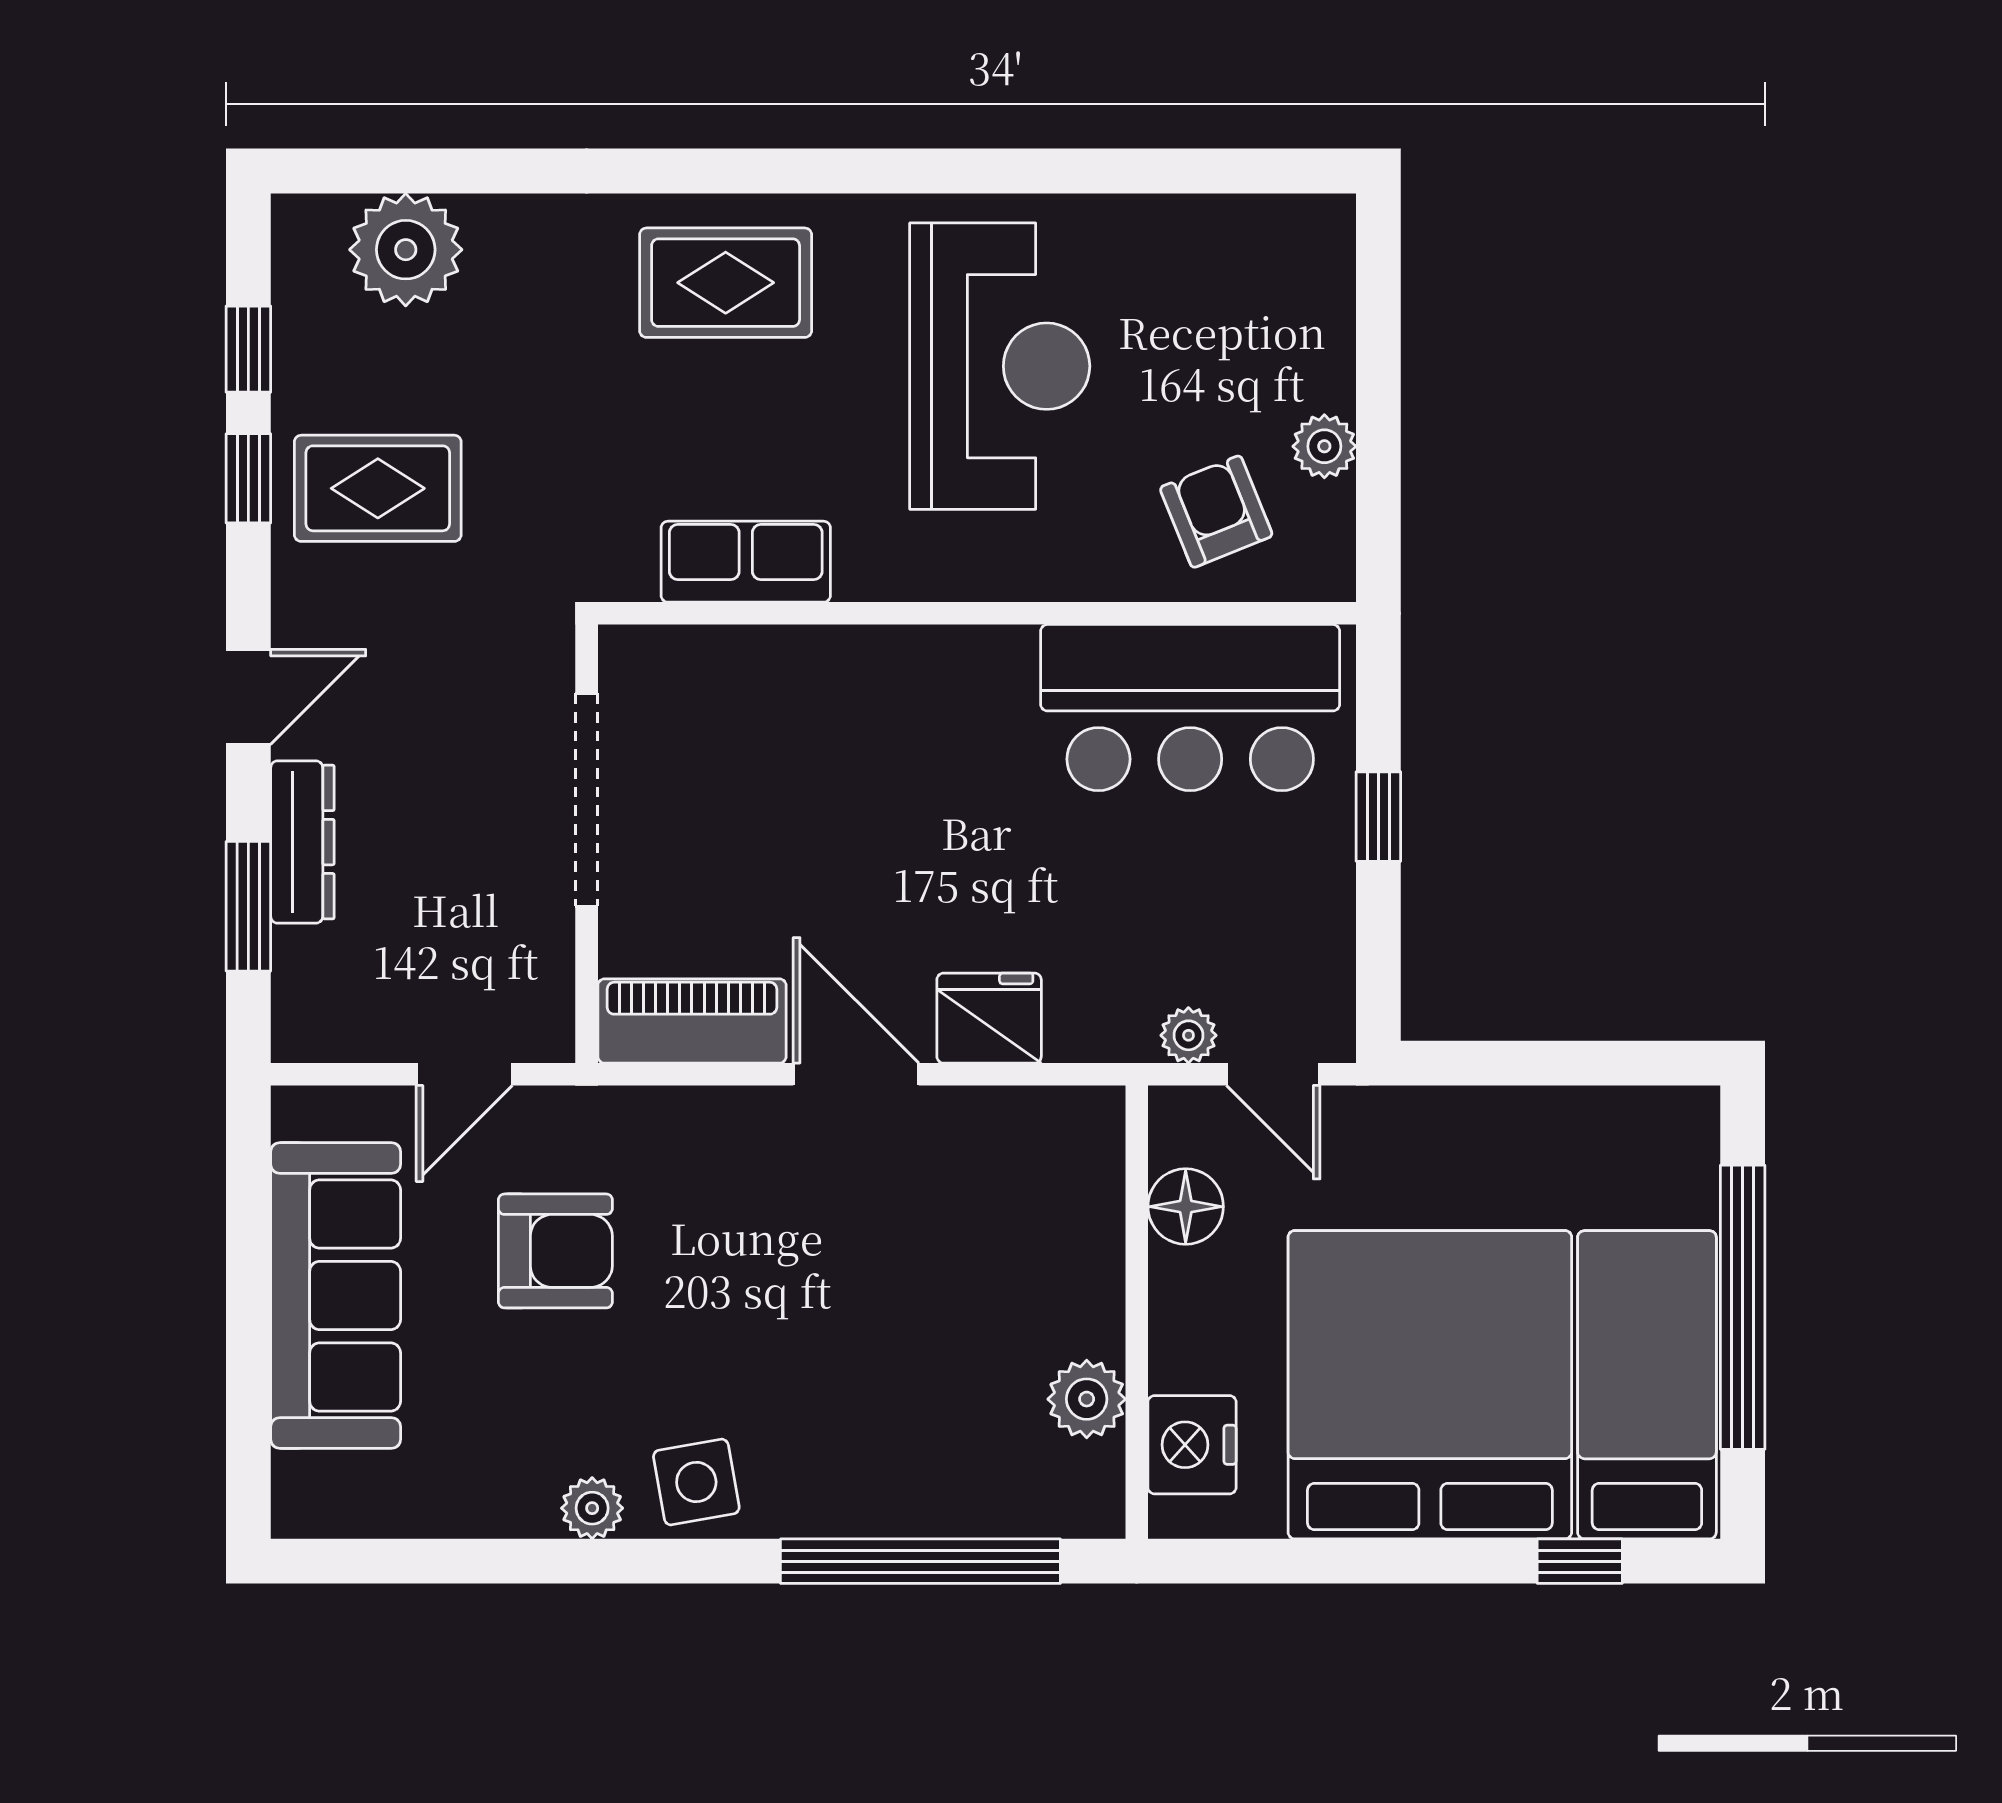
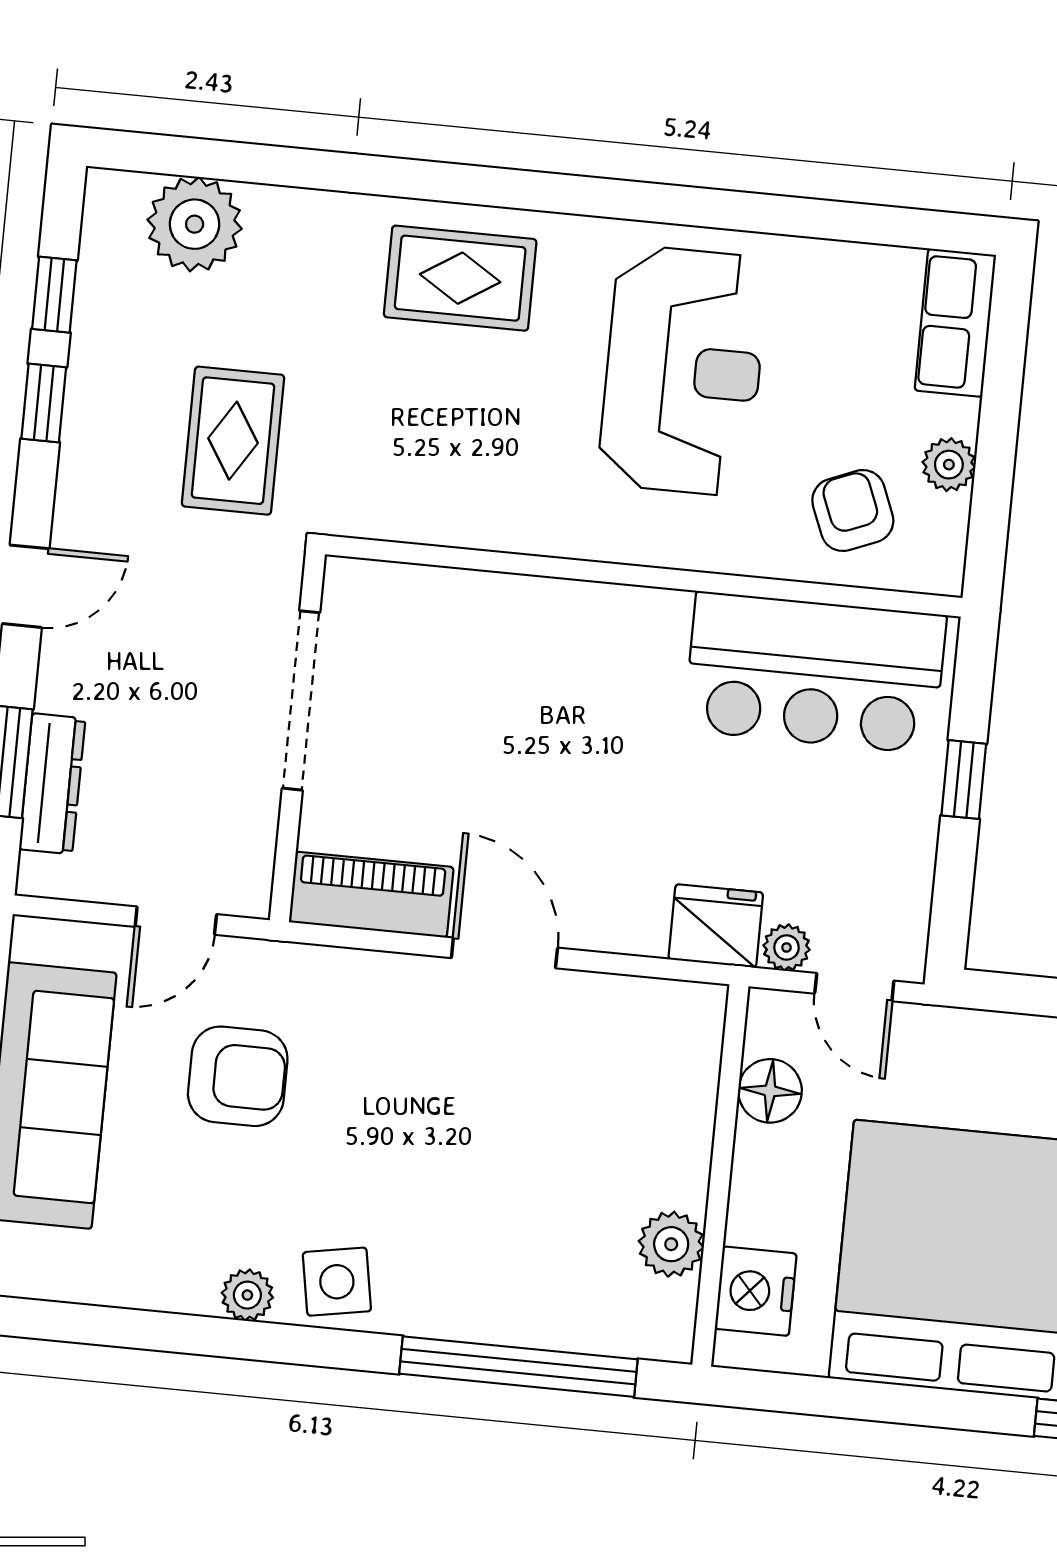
rug: (378, 488) -> (233, 441), moved, turned 90
row of seats: (746, 562) -> (955, 323), moved, turned -90
dresser: (302, 842) -> (52, 784), moved
fridge: (989, 1018) -> (716, 926), moved

